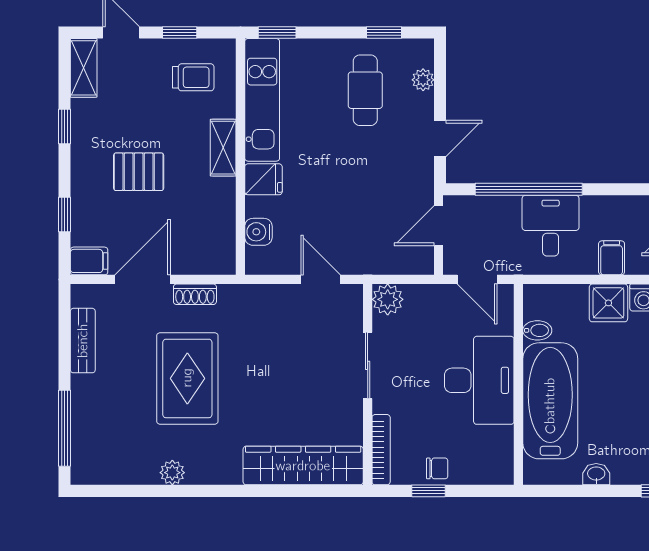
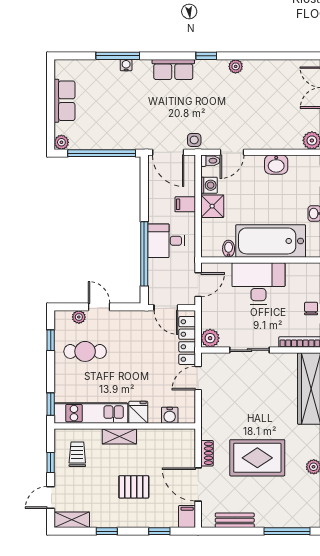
door: (440, 139) -> (99, 307), moved
pallet: (139, 172) -> (134, 487), turned 90
locker: (384, 261) -> (187, 341), added

